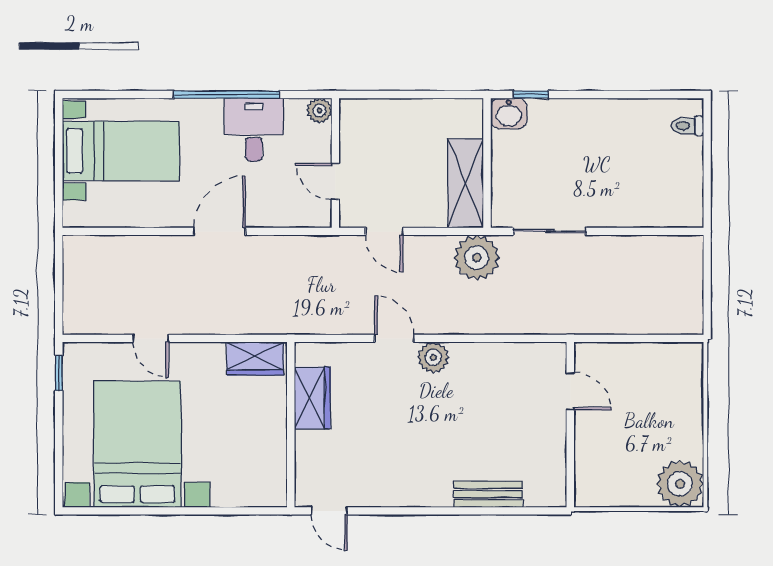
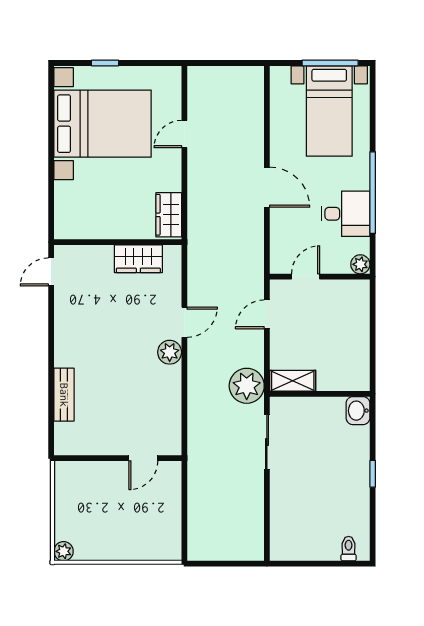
window: (531, 95) -> (373, 474), moved
window: (59, 150) -> (330, 63), added
shelving: (466, 183) -> (293, 381), width x0.67, depth x0.75
window: (59, 373) -> (105, 63), moved
plant: (680, 484) -> (64, 551), width x0.53, depth x0.53

